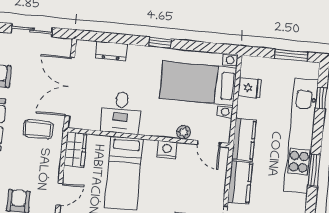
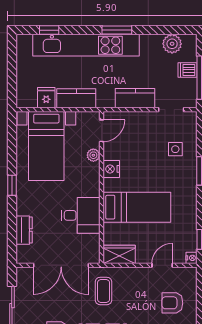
window: (291, 55) -> (12, 62), removed
kitchen counter: (244, 140) -> (76, 98), moved
door: (59, 194) -> (162, 265), hinge flipped

